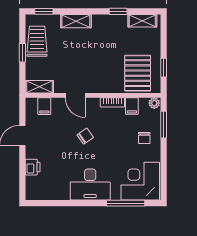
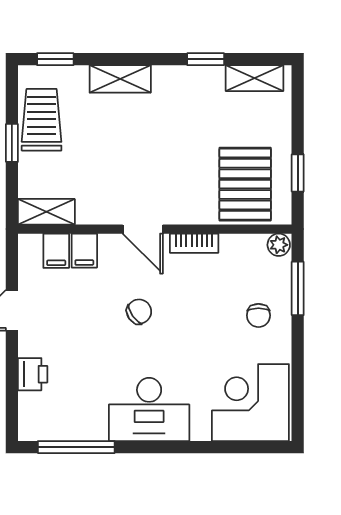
door: (75, 95) -> (143, 229), moved
filing cabinet: (132, 106) -> (84, 251), moved
window: (126, 203) -> (76, 447), moved

